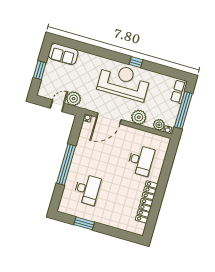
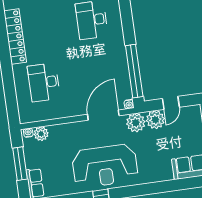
window: (183, 110) -> (20, 164), width x0.68
plant: (139, 117) -> (136, 123), moved
window: (66, 165) -> (134, 71), moved

